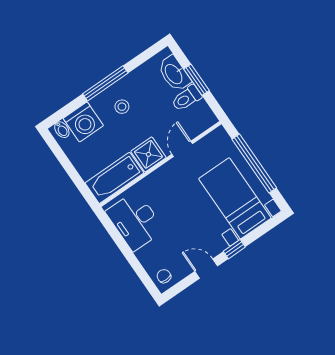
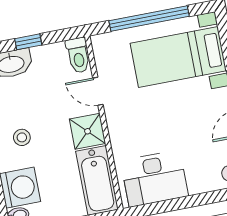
window: (196, 80) -> (28, 42), width x0.67
toilet: (186, 98) -> (78, 55), moved

